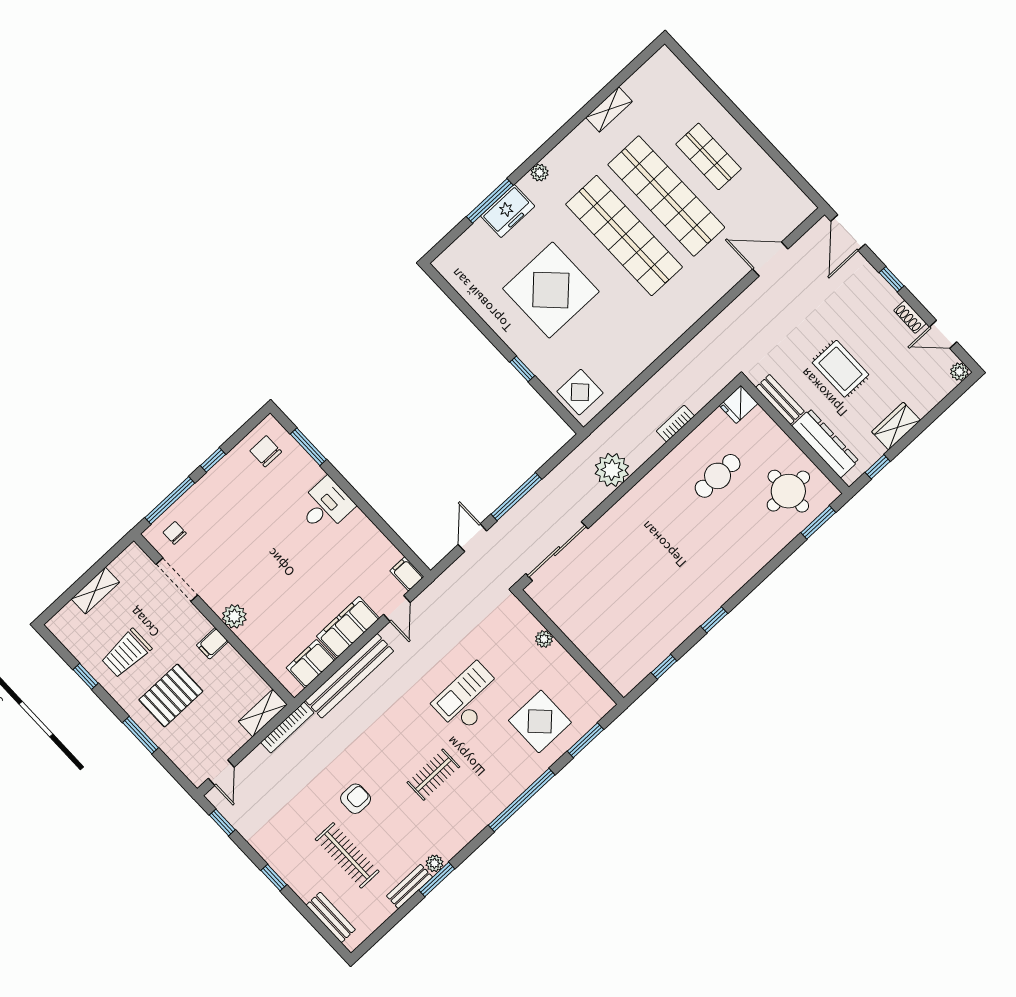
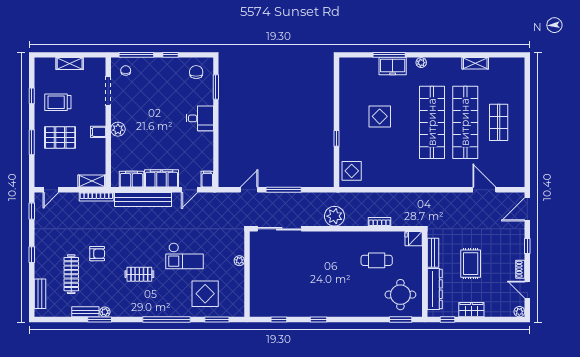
display table: (551, 290) -> (380, 116), width x0.54, depth x0.54
checkout: (469, 698) -> (184, 256), turned 180

